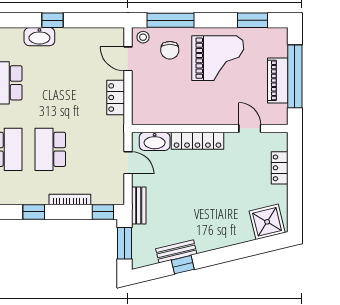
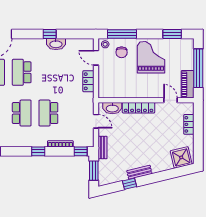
washbasin: (39, 37) -> (56, 44), moved
grand piano: (218, 58) -> (151, 57), turned -90
piano: (278, 80) -> (188, 84), moved
bench: (176, 251) -> (139, 172), moved

